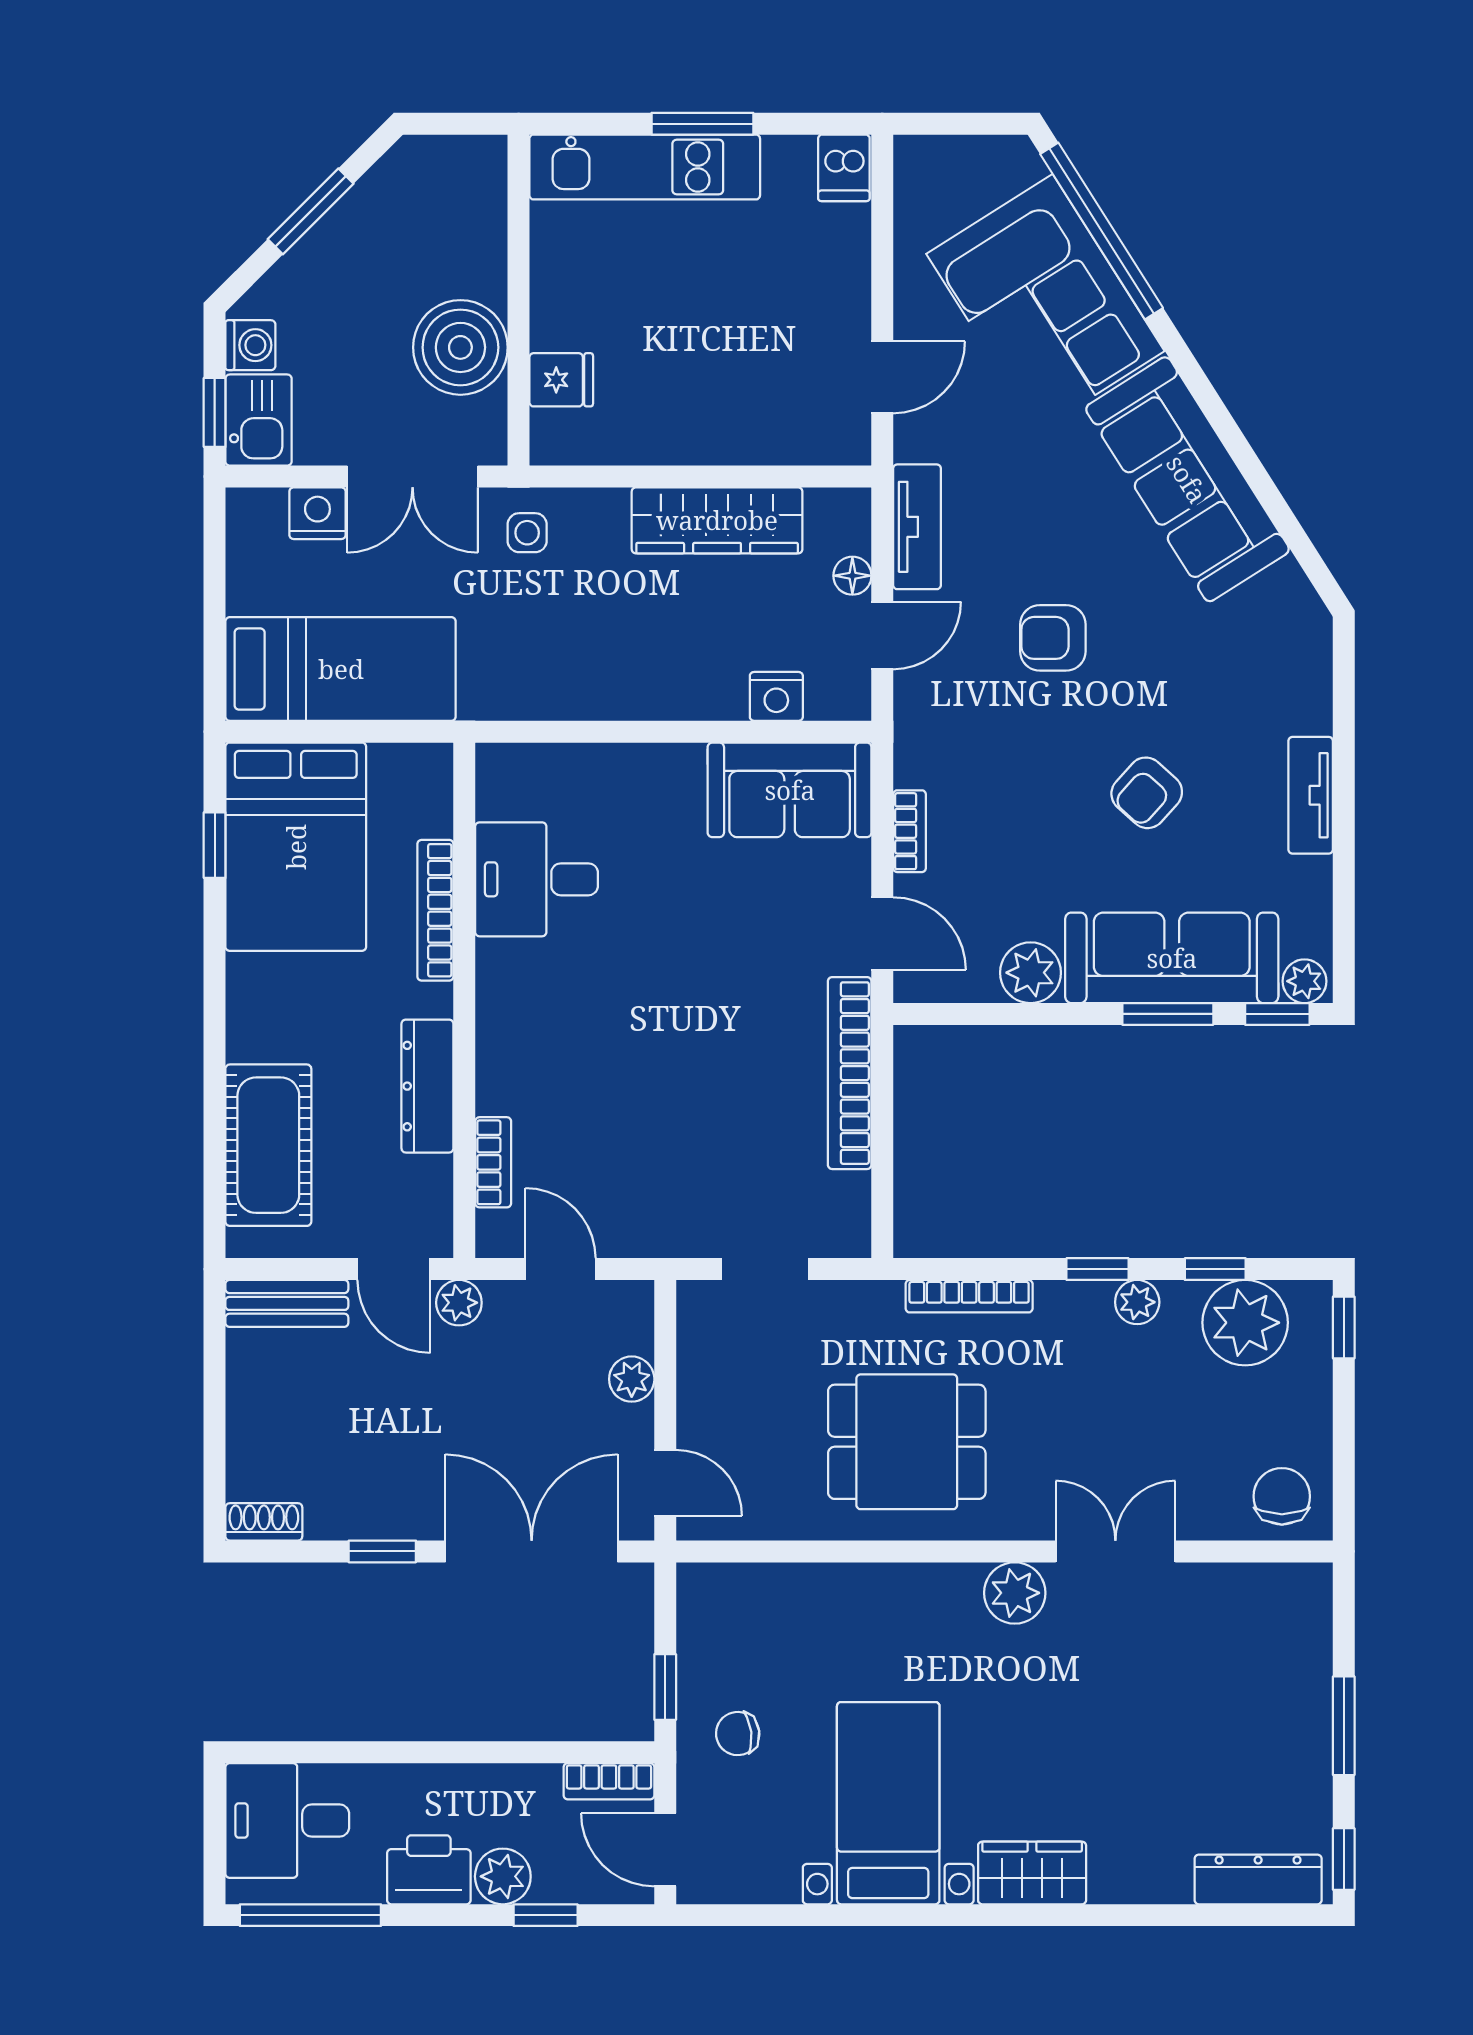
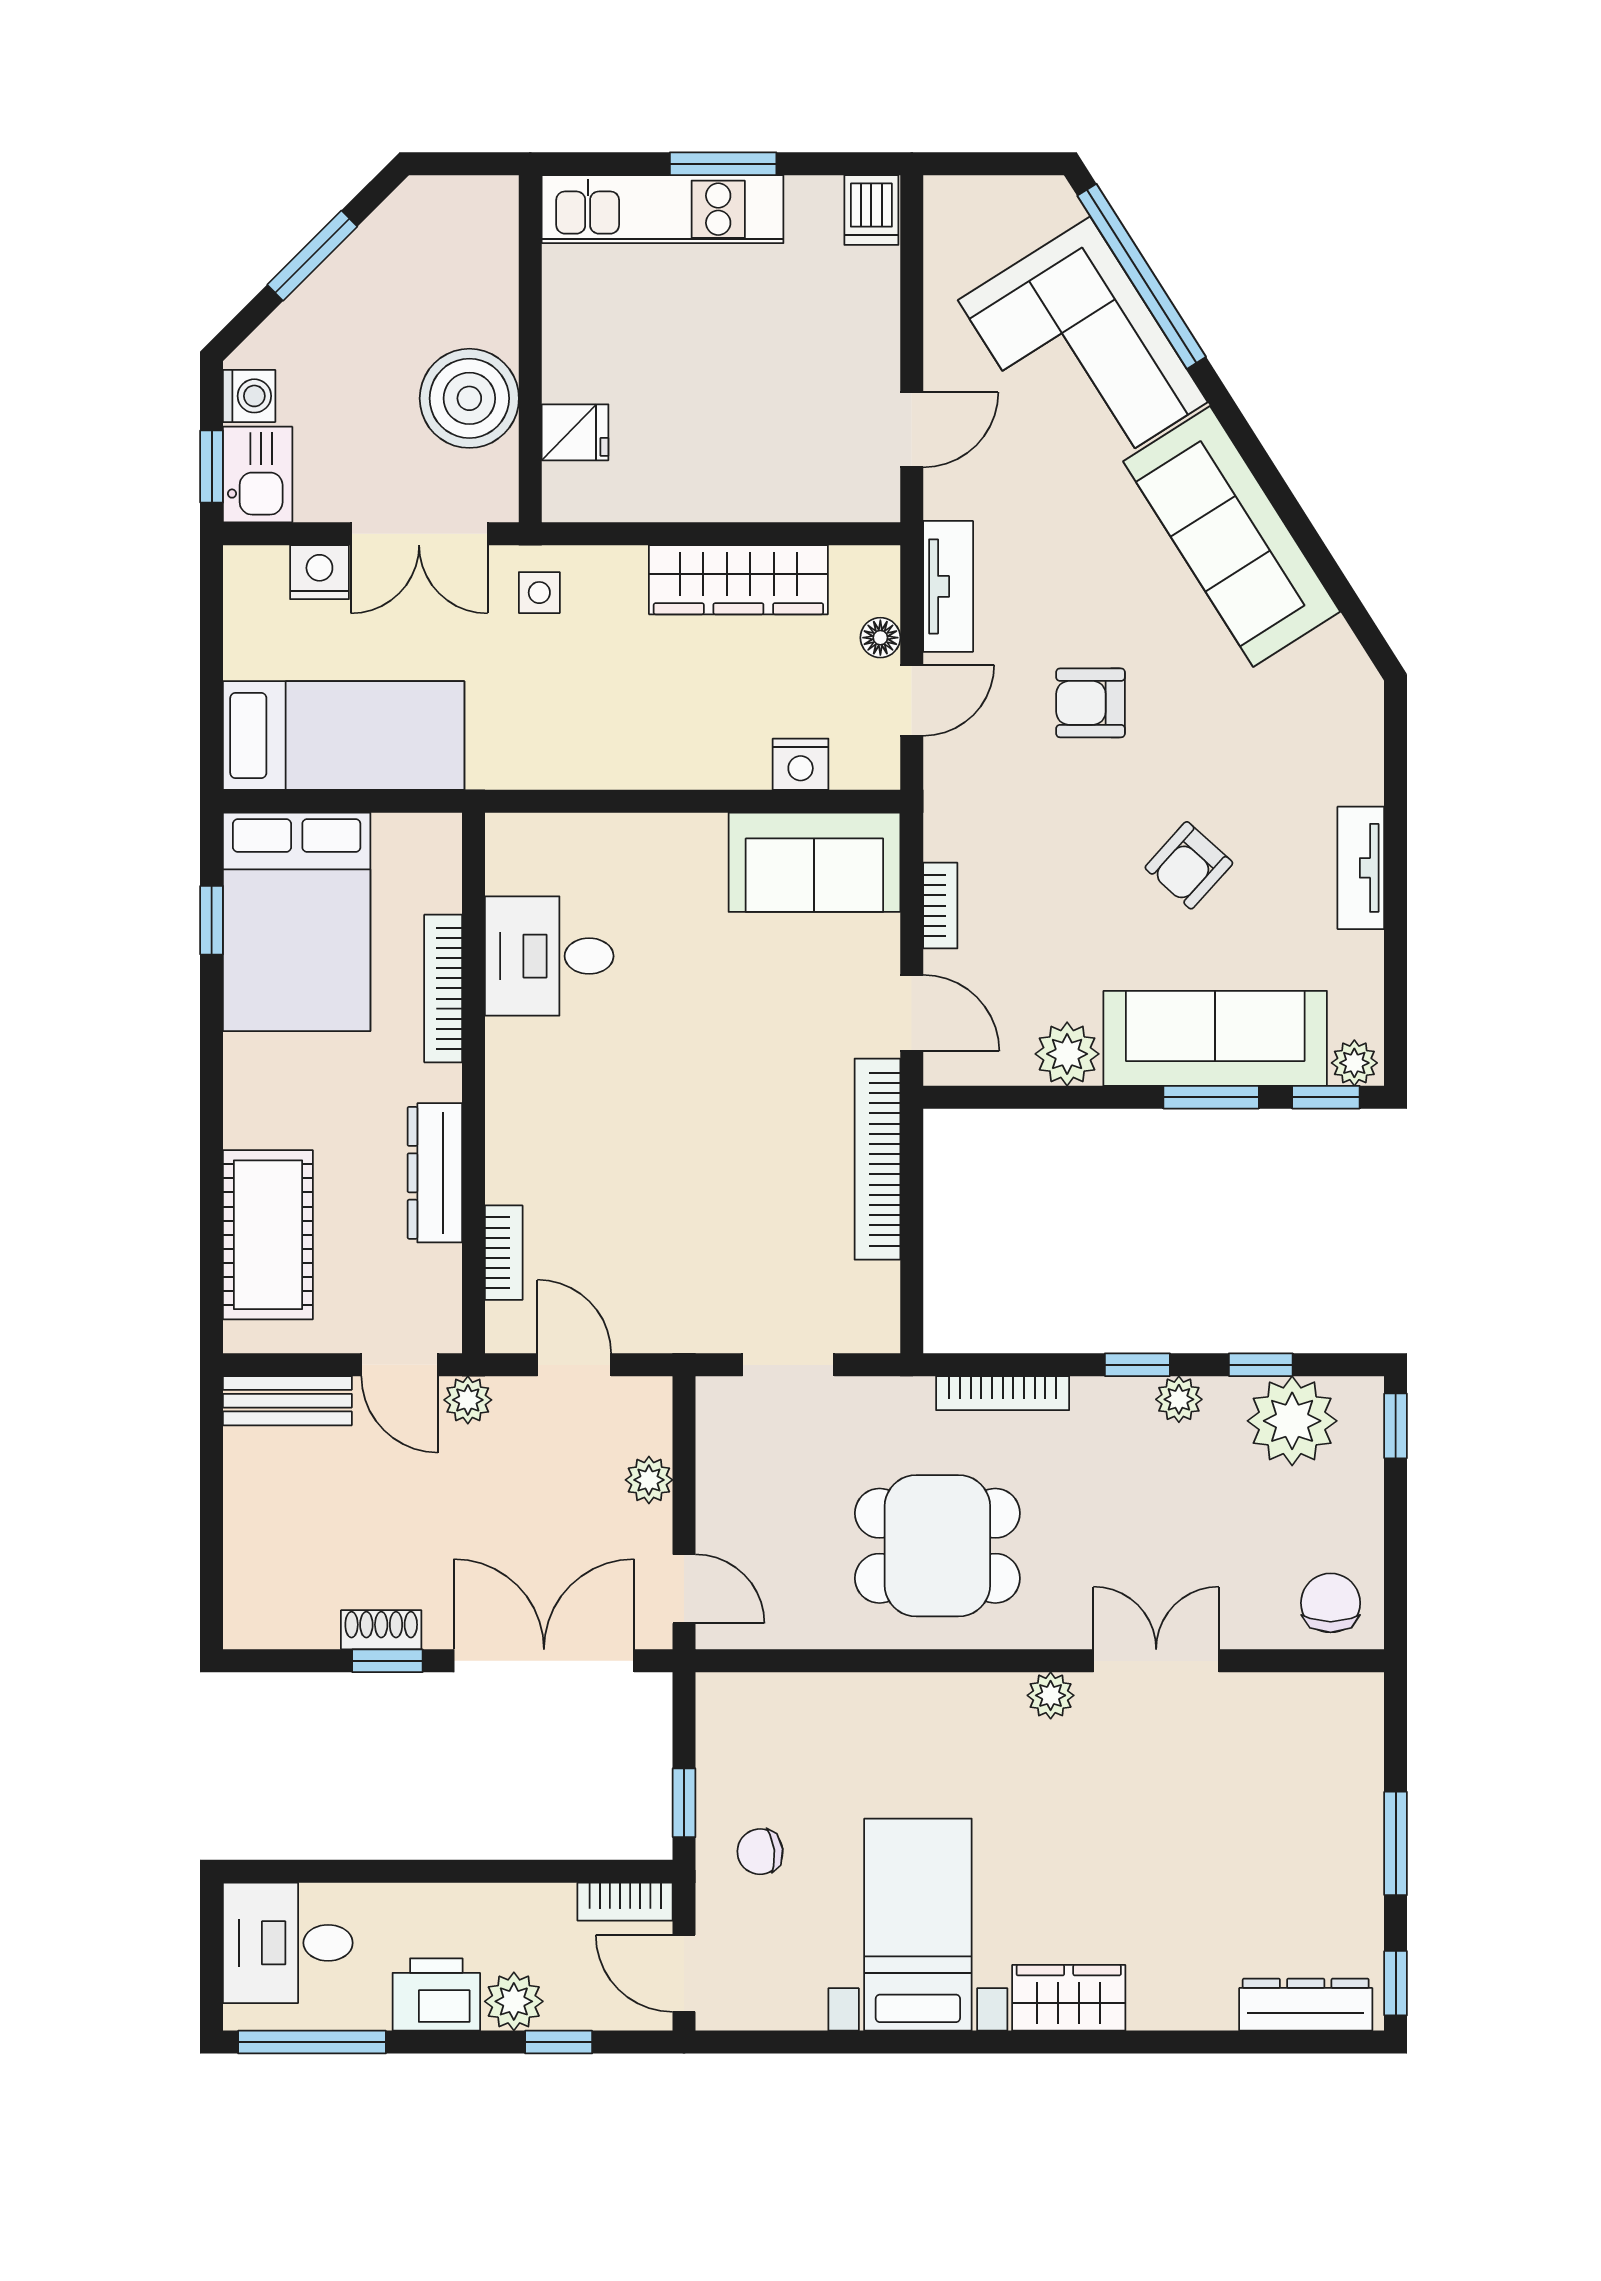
shoe rack: (264, 1522) -> (381, 1630), moved
plant: (1015, 1593) -> (1051, 1695), width x0.73, depth x0.73

